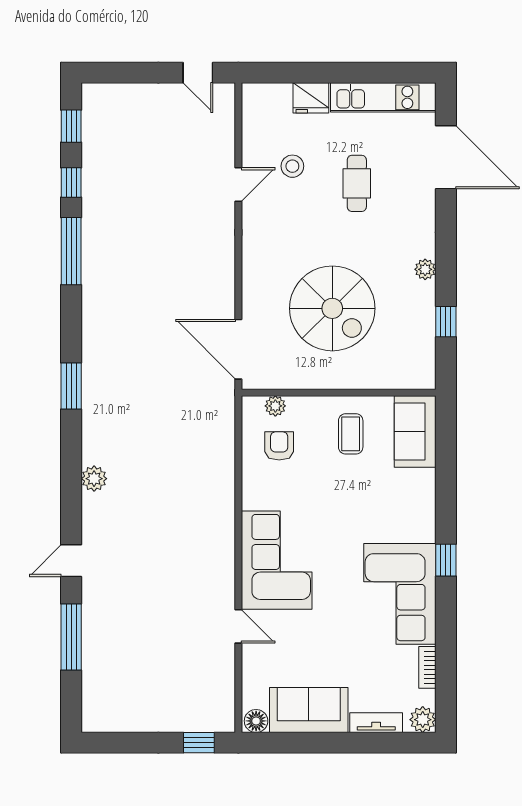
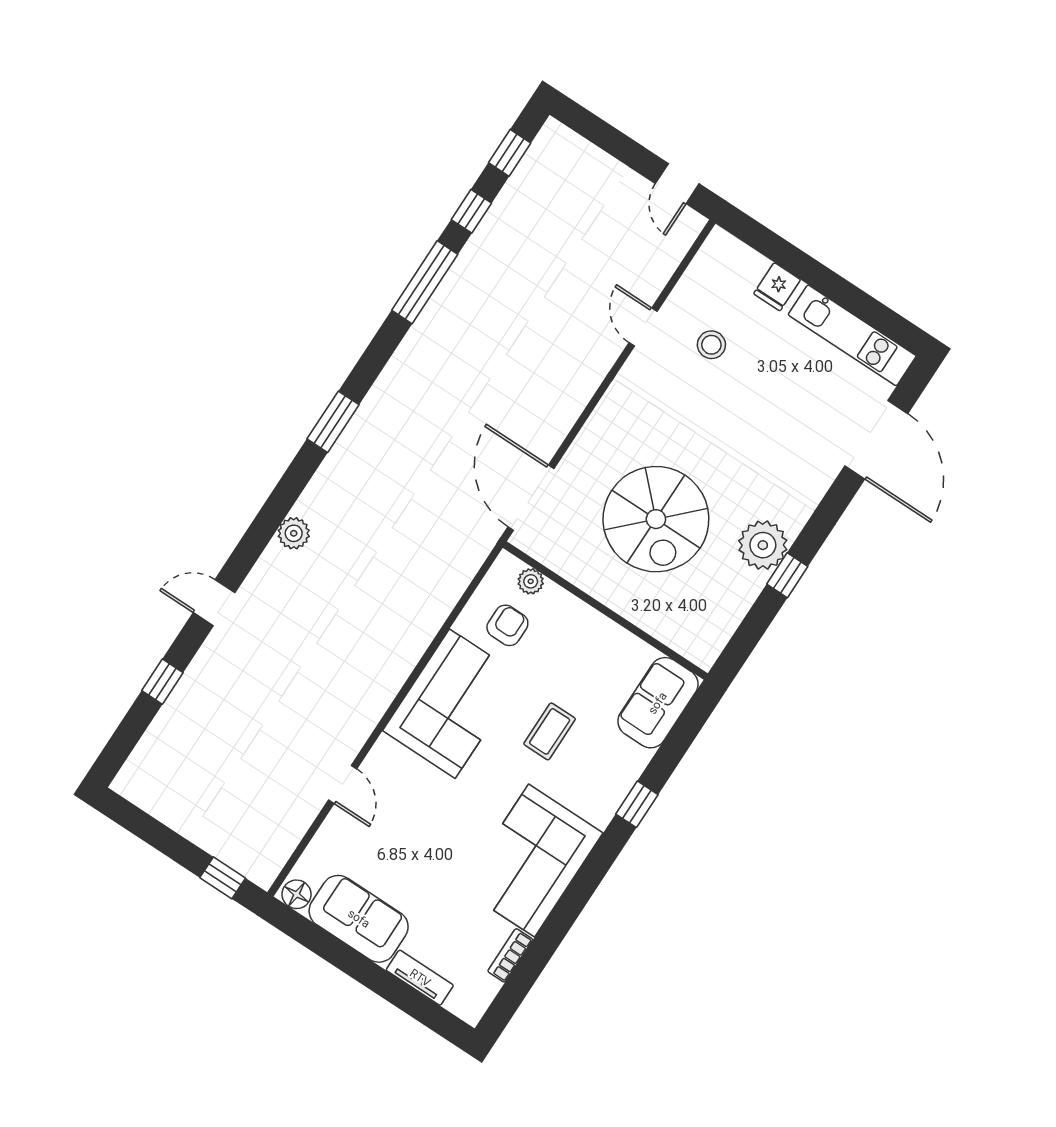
fridge: (311, 98) -> (777, 287), width x0.72
cafe table: (357, 183) -> (766, 406), removed
door: (238, 184) -> (643, 327), swing flipped
plant: (425, 269) -> (763, 545), width x1.88, depth x1.88
window: (446, 322) -> (787, 575), moved
coffee table: (351, 434) -> (550, 731), moved
corner sofa: (277, 560) -> (452, 704), moved
window: (446, 560) -> (637, 804), moved
window: (71, 637) -> (162, 682), width x0.46
plant: (423, 720) -> (470, 1006), removed

